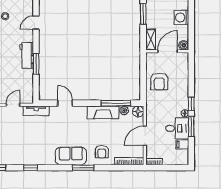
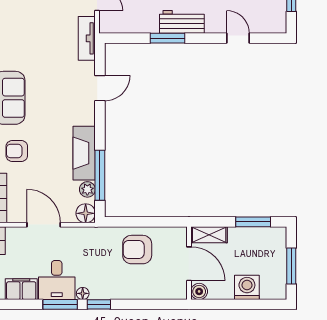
filing cabinet: (182, 144) -> (21, 289), width x2.00

